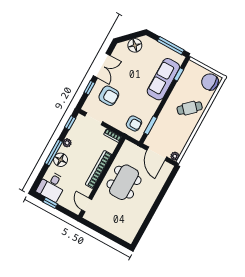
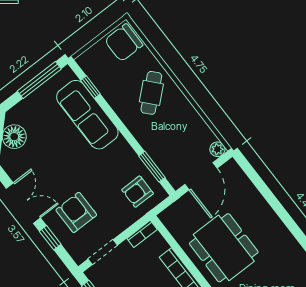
armchair: (109, 96) -> (76, 212), turned -90
armchair: (134, 123) -> (138, 192), turned 180
door: (157, 154) -> (201, 176), hinge flipped

